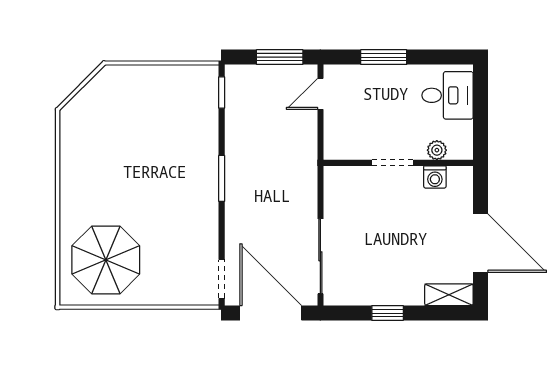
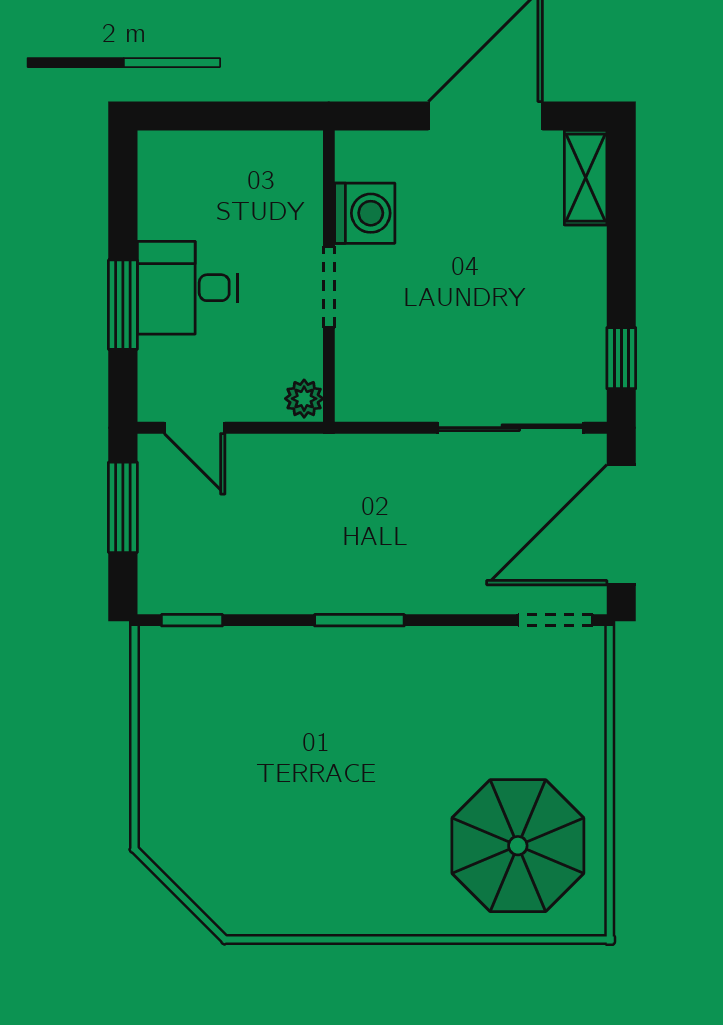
desk: (448, 95) -> (187, 288), moved, turned -90
plant: (437, 150) -> (304, 399), moved
washing machine: (435, 177) -> (365, 213), width x1.38, depth x1.38
window: (388, 313) -> (621, 358), moved

